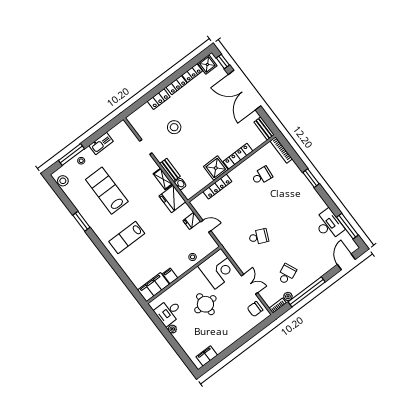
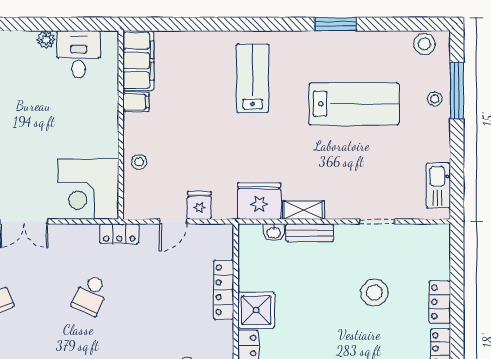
kitchen sink: (101, 143) -> (438, 185), moved
locker: (226, 244) -> (119, 234), added
round table: (205, 304) -> (46, 125), removed

